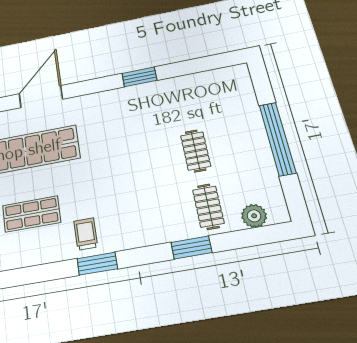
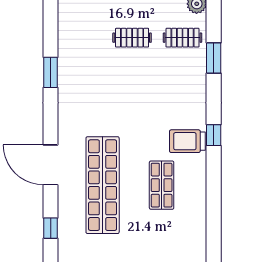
trolley: (86, 234) -> (187, 141), width x1.36, depth x1.39
window: (97, 264) -> (214, 135), width x0.67

